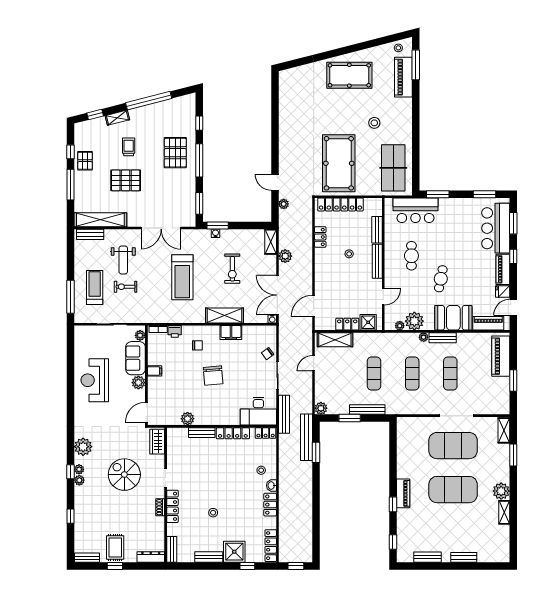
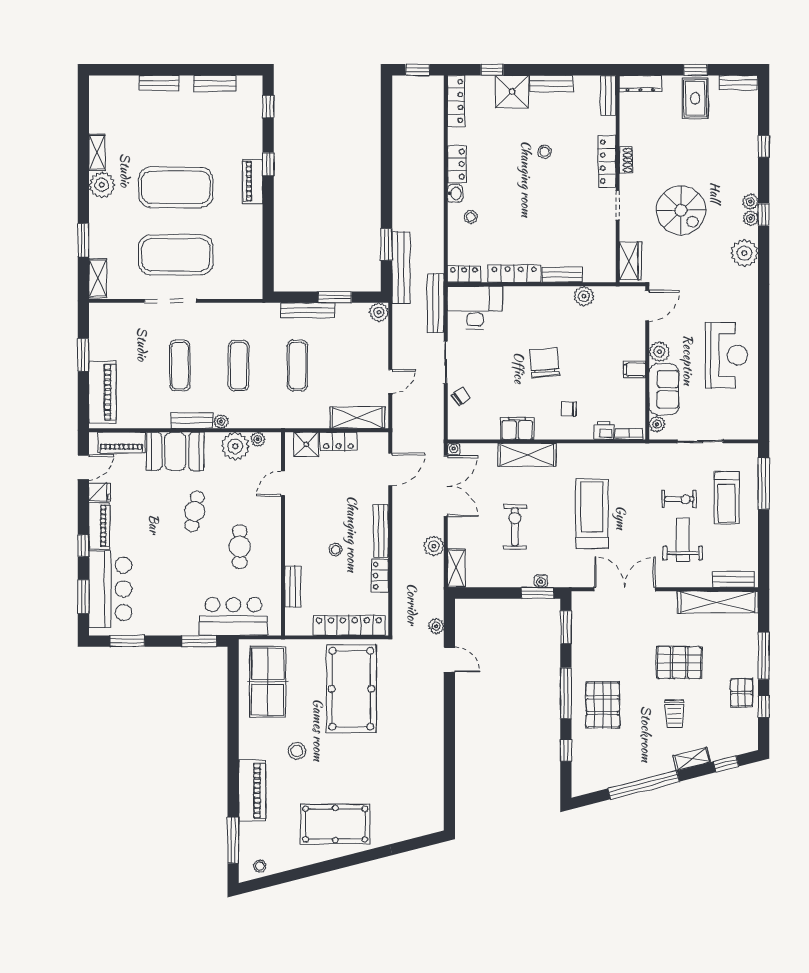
piano: (403, 77) -> (252, 790), moved
bench: (377, 261) -> (381, 531), moved

